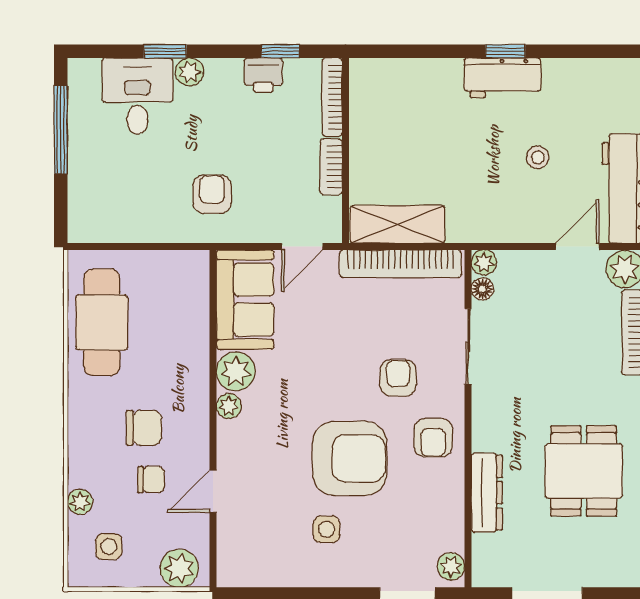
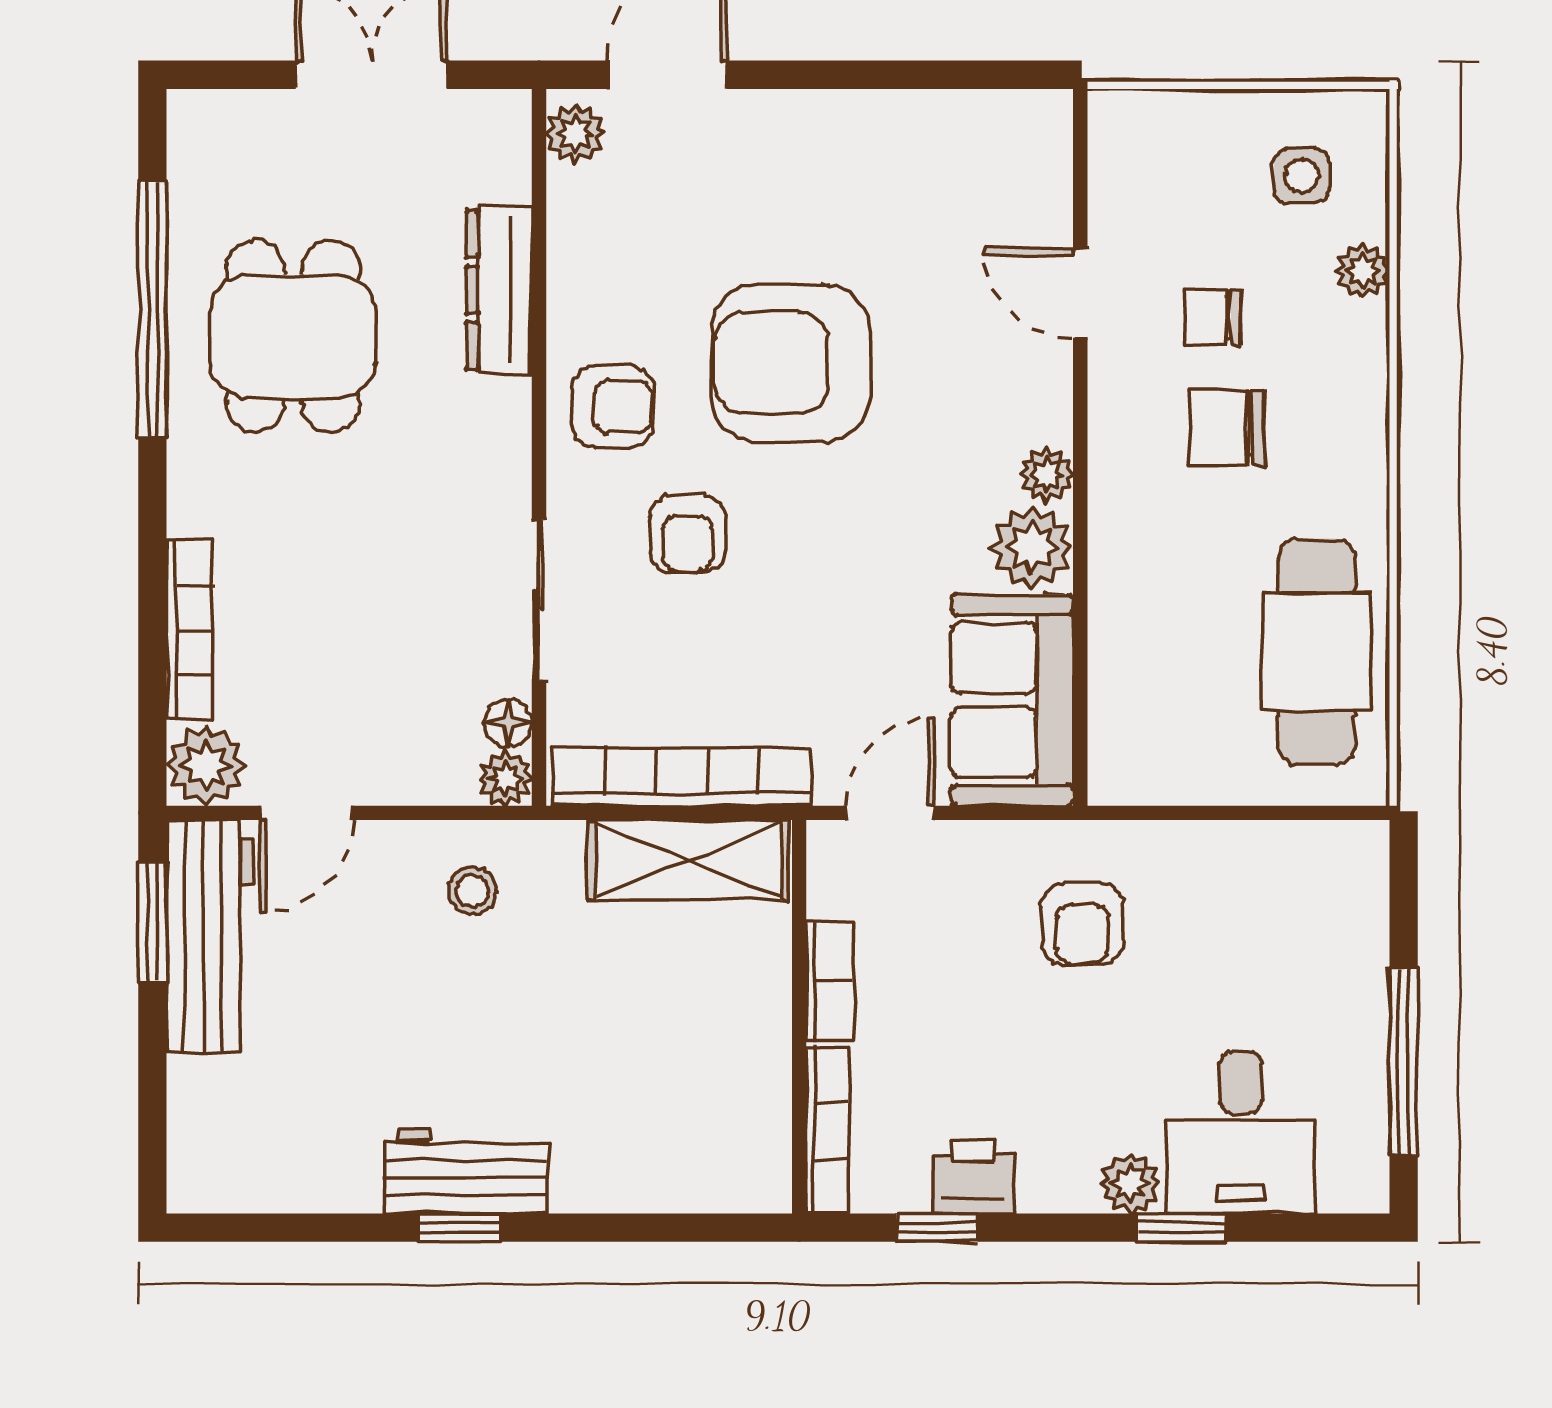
stool: (538, 157) -> (473, 891), moved
armchair: (433, 438) -> (613, 407), turned 90
door: (213, 491) -> (1080, 293), swing flipped
side table: (327, 529) -> (839, 212), removed
plant: (179, 568) -> (1152, 130), removed

